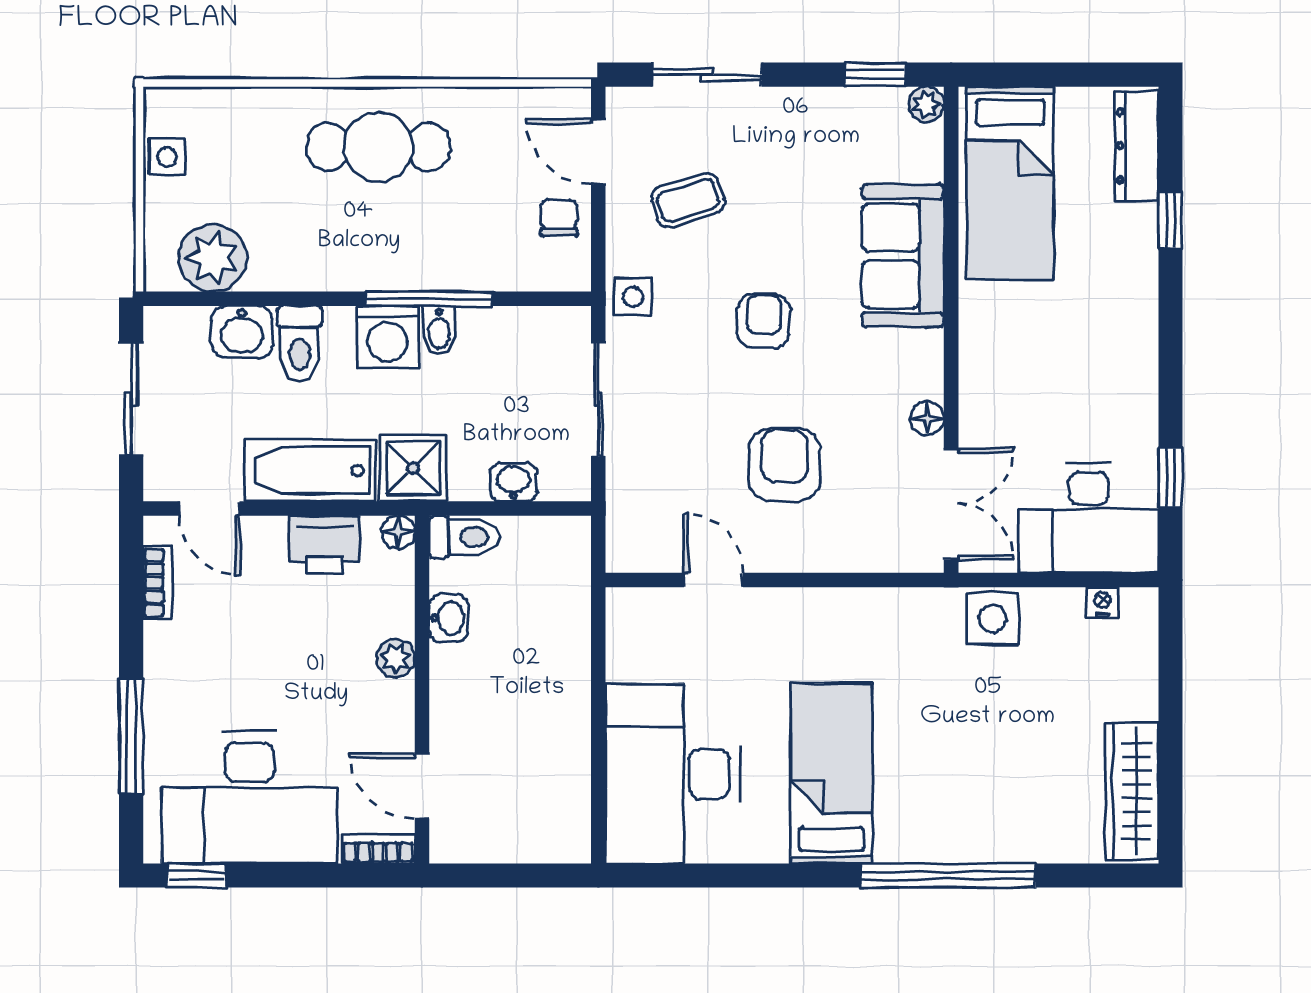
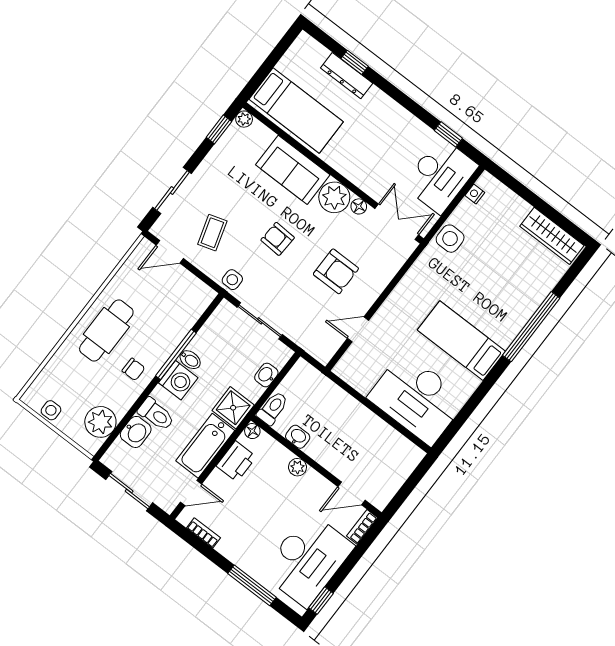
dresser: (1137, 146) -> (347, 76), moved
chair: (559, 218) -> (133, 369), moved, turned 180
plant: (910, 364) -> (334, 197), added
armchair: (785, 465) -> (336, 271), turned 180

